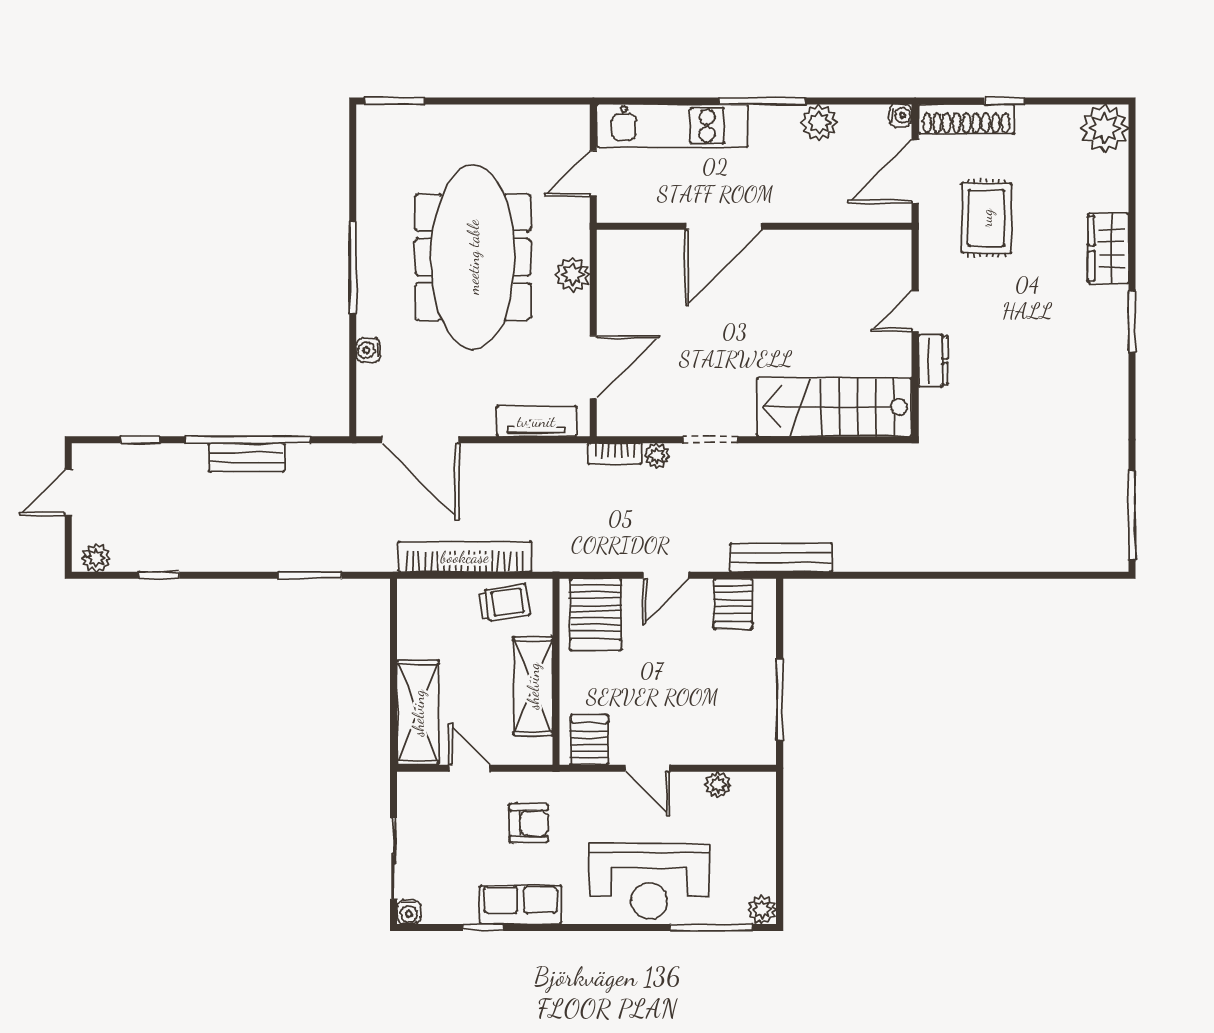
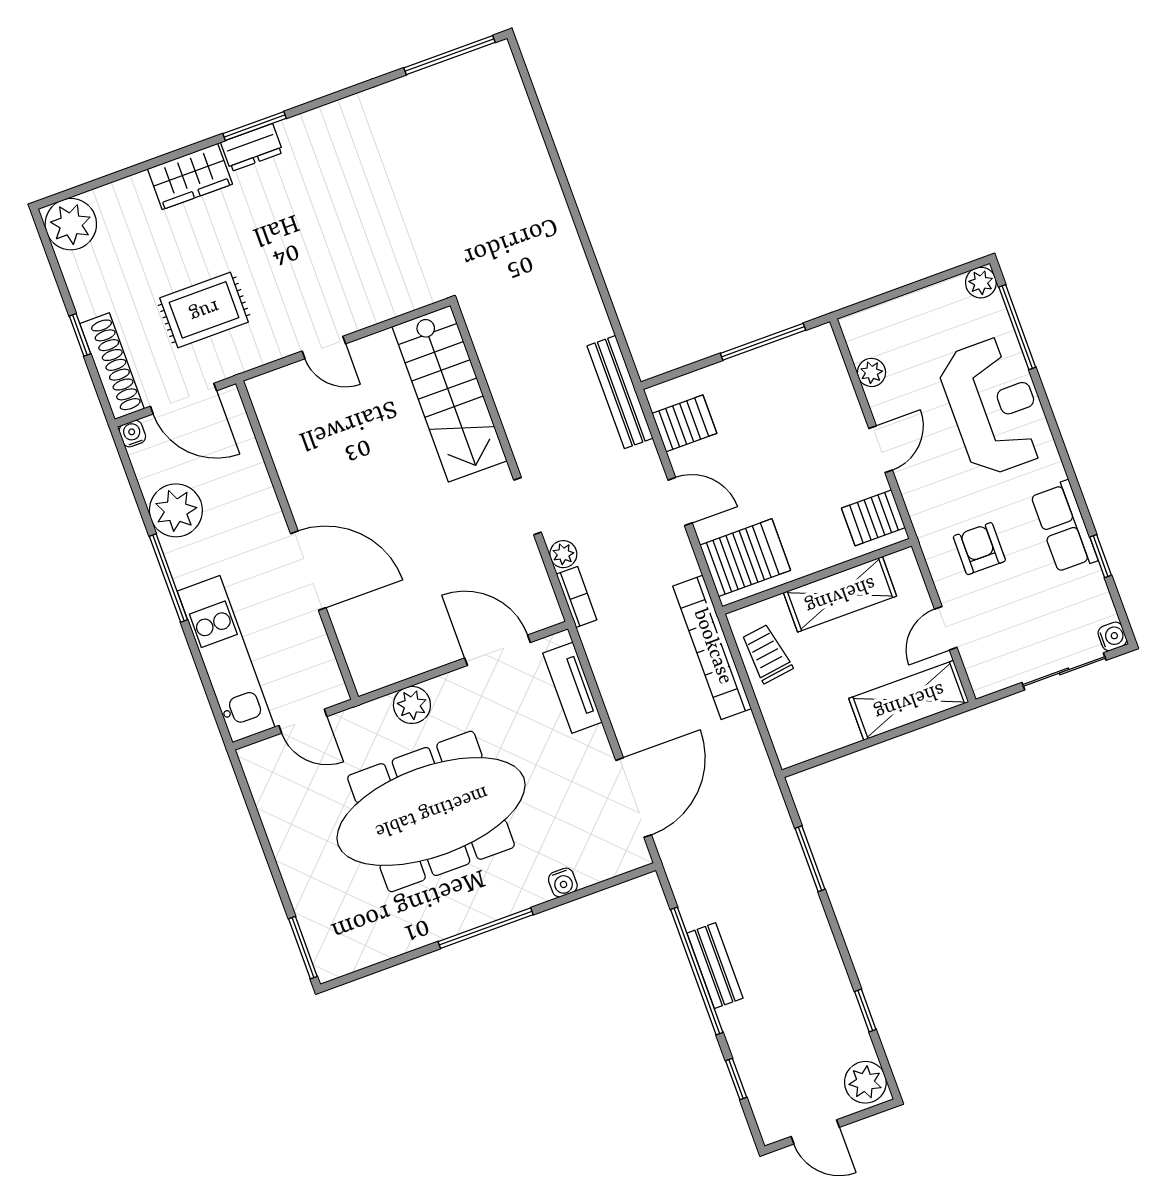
plant: (819, 123) -> (176, 510), width x1.36, depth x1.36
dresser: (933, 361) -> (252, 148), moved, turned 180
bookcase: (465, 557) -> (712, 647), moved
plant: (96, 558) -> (865, 1082), width x1.38, depth x1.38

